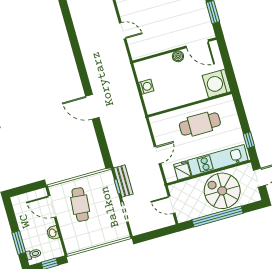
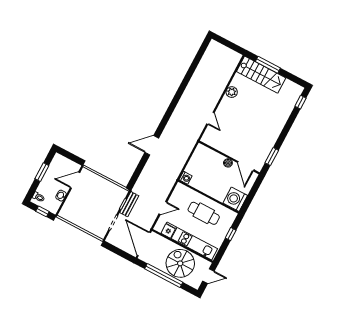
washing machine: (146, 87) -> (186, 178), moved
door: (92, 107) -> (152, 145), hinge flipped
window: (249, 140) -> (231, 234), moved
cafe table: (80, 205) -> (92, 194), removed
door: (172, 205) -> (144, 244), width x1.87
door: (52, 206) -> (75, 180), hinge flipped
window: (19, 243) -> (42, 172), moved

